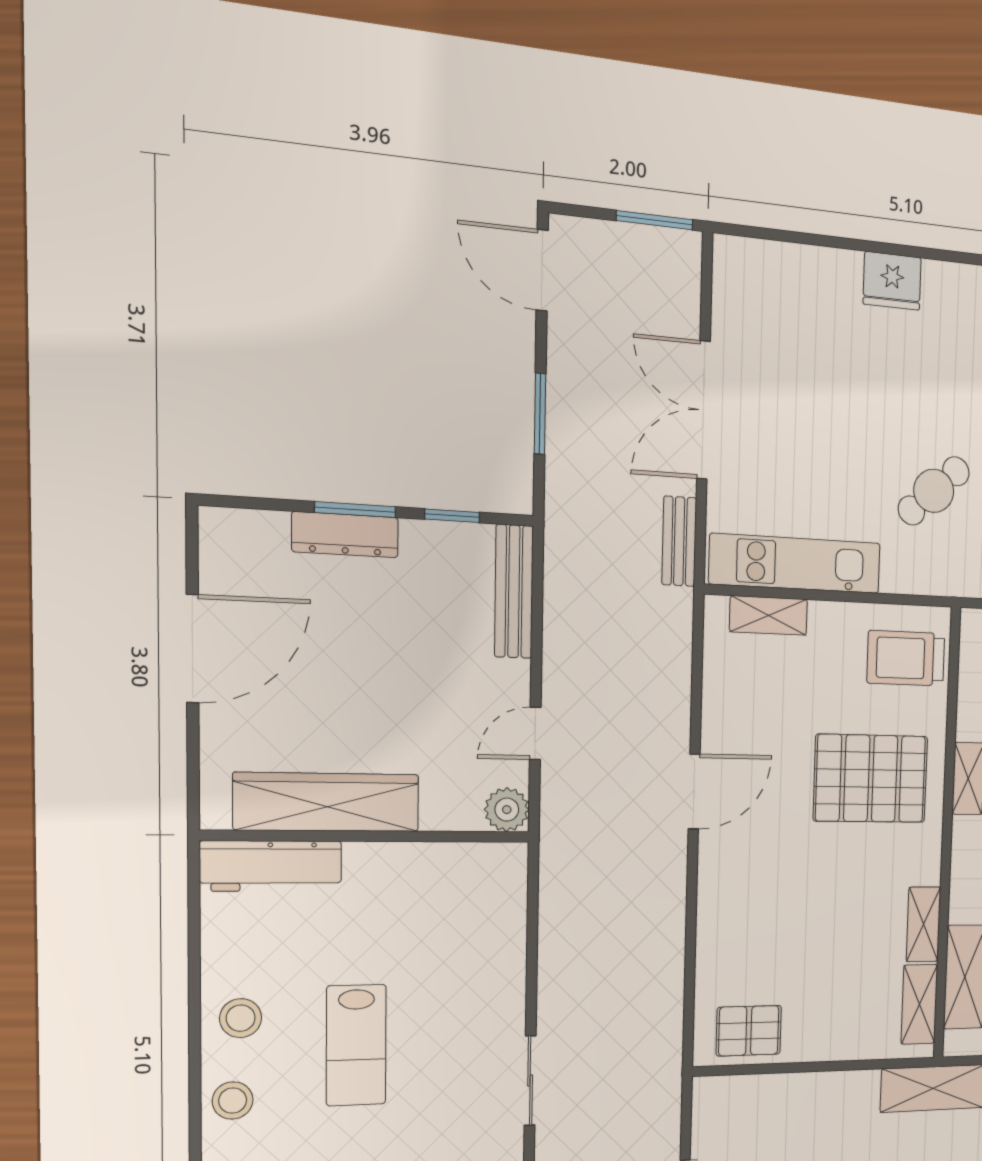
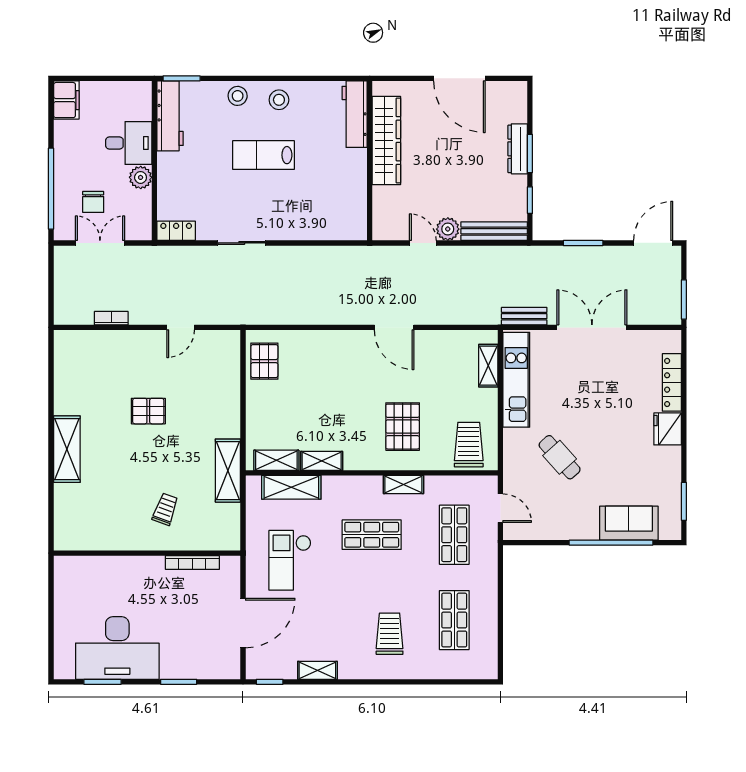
locker: (809, 263) -> (672, 382), added
pallet: (871, 779) -> (403, 427), width x0.73, depth x0.71
plant: (507, 810) -> (448, 229), moved

